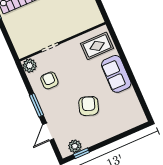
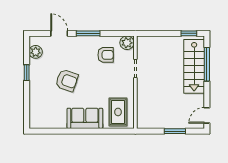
window: (81, 153) -> (27, 73), moved

